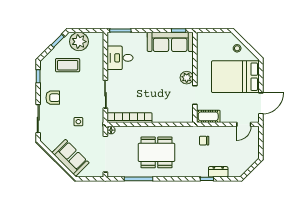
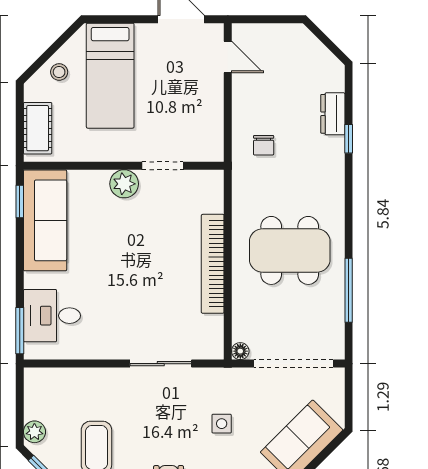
plant: (79, 42) -> (34, 432), width x0.53, depth x0.53
desk: (120, 58) -> (52, 316), moved, turned 90
bed: (235, 77) -> (110, 76), width x0.67
cot: (208, 116) -> (38, 128), moved
bookcase: (130, 118) -> (213, 264), moved
dining table: (157, 152) -> (290, 250), turned 90

